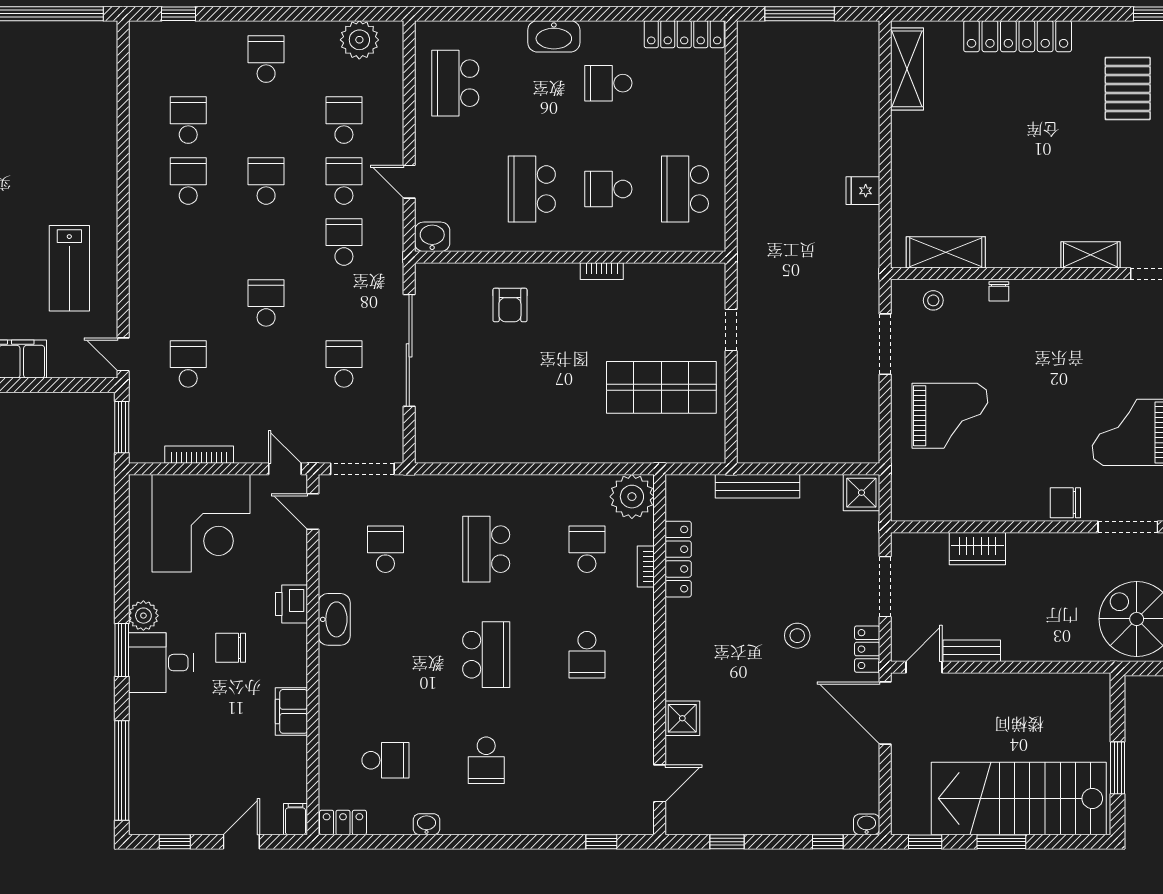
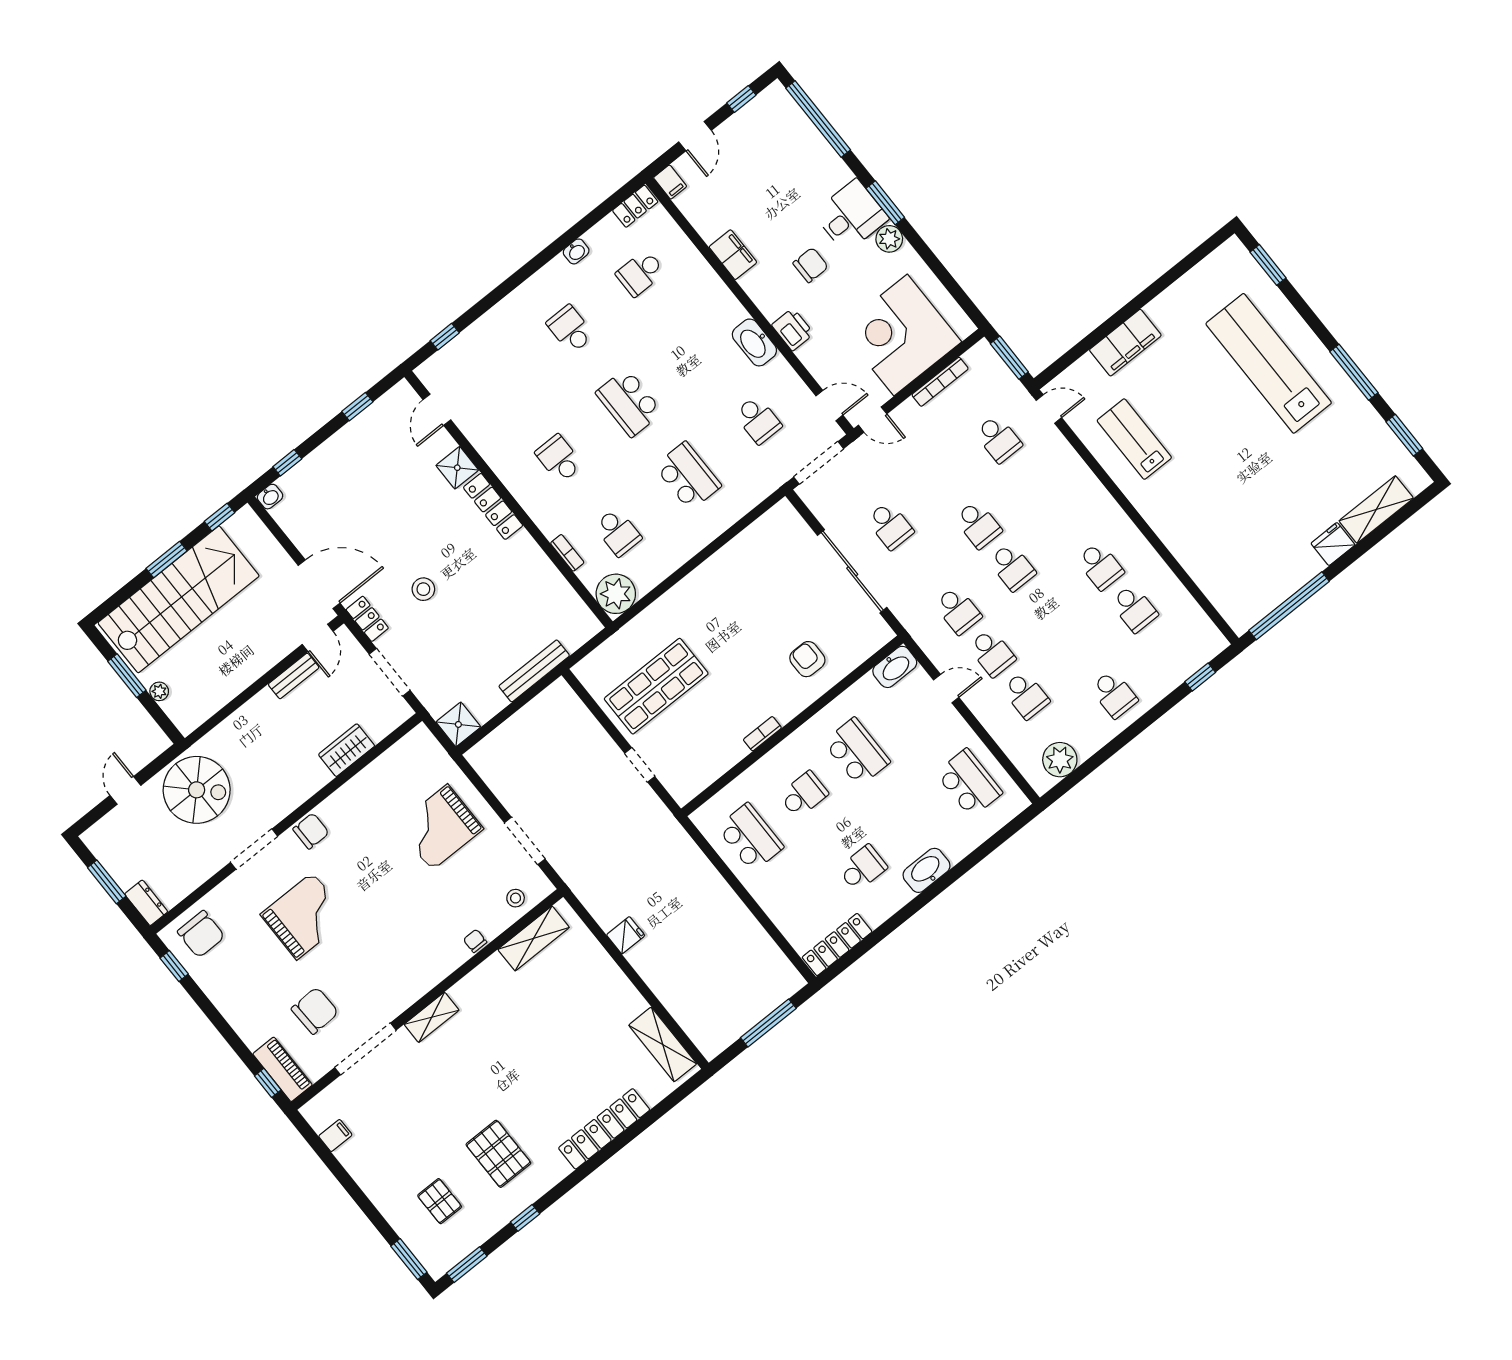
school desk: (266, 181) -> (1012, 567), moved
washbasin: (432, 237) -> (895, 667), width x1.38
locker: (678, 559) -> (493, 506), moved
plant: (1100, 731) -> (159, 691), added

